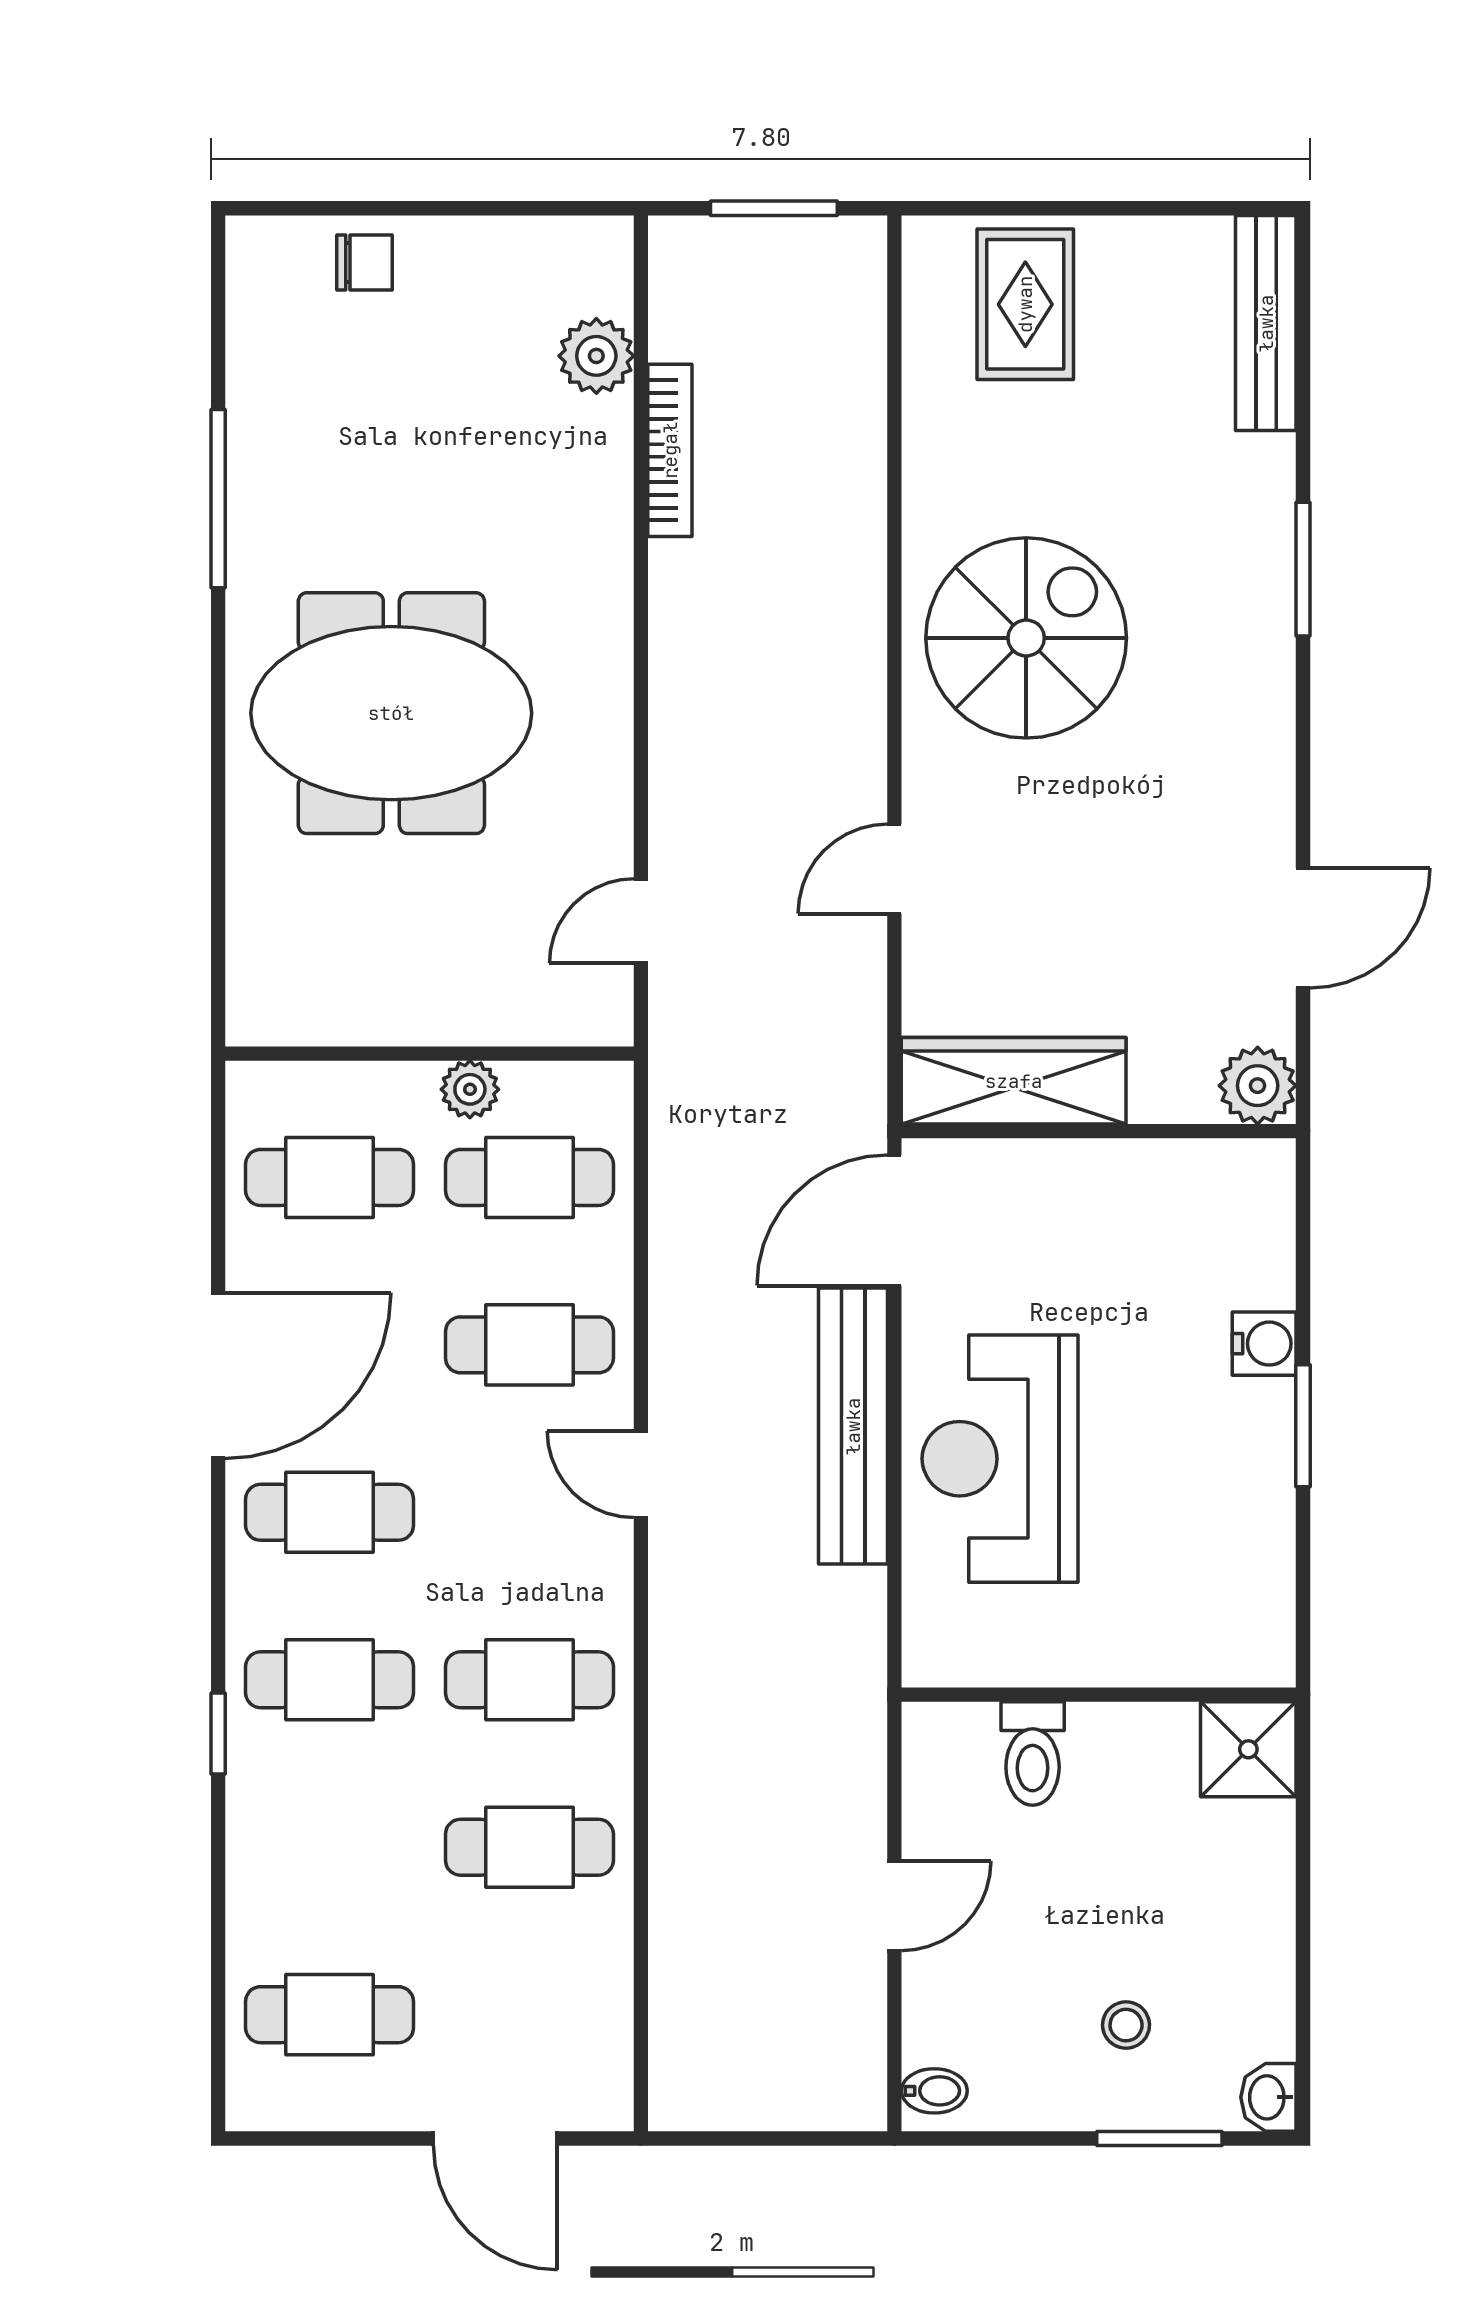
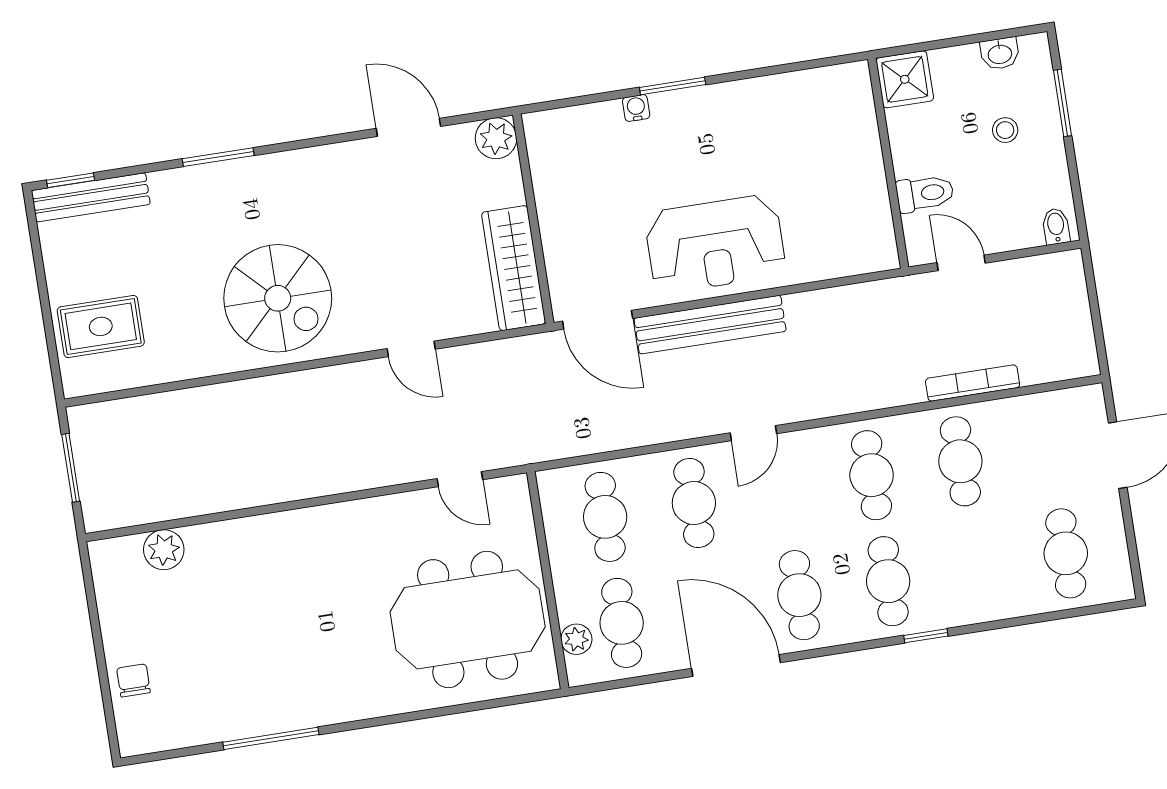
window: (1303, 291) -> (71, 180), added
bookcase: (670, 450) -> (973, 383), moved
spiral stairs: (1026, 638) -> (278, 298), turned 180
meeting table: (391, 713) -> (468, 619), moved, turned 90
plant: (470, 1089) -> (576, 639), moved
water cooler: (1264, 1344) -> (636, 108), width x0.72, depth x0.72
wall: (1099, 1695) -> (888, 163), moved
shower: (1248, 1749) -> (905, 79), moved
toilet: (1033, 1754) -> (925, 193), moved
washbasin: (1268, 2097) -> (1000, 54), moved

